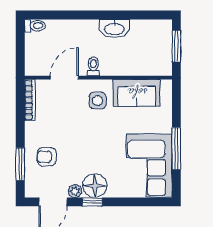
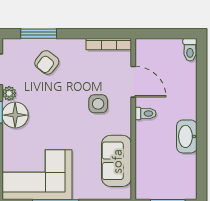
side table: (97, 101) -> (98, 104), moved
armchair: (47, 157) -> (47, 62), turned -142

